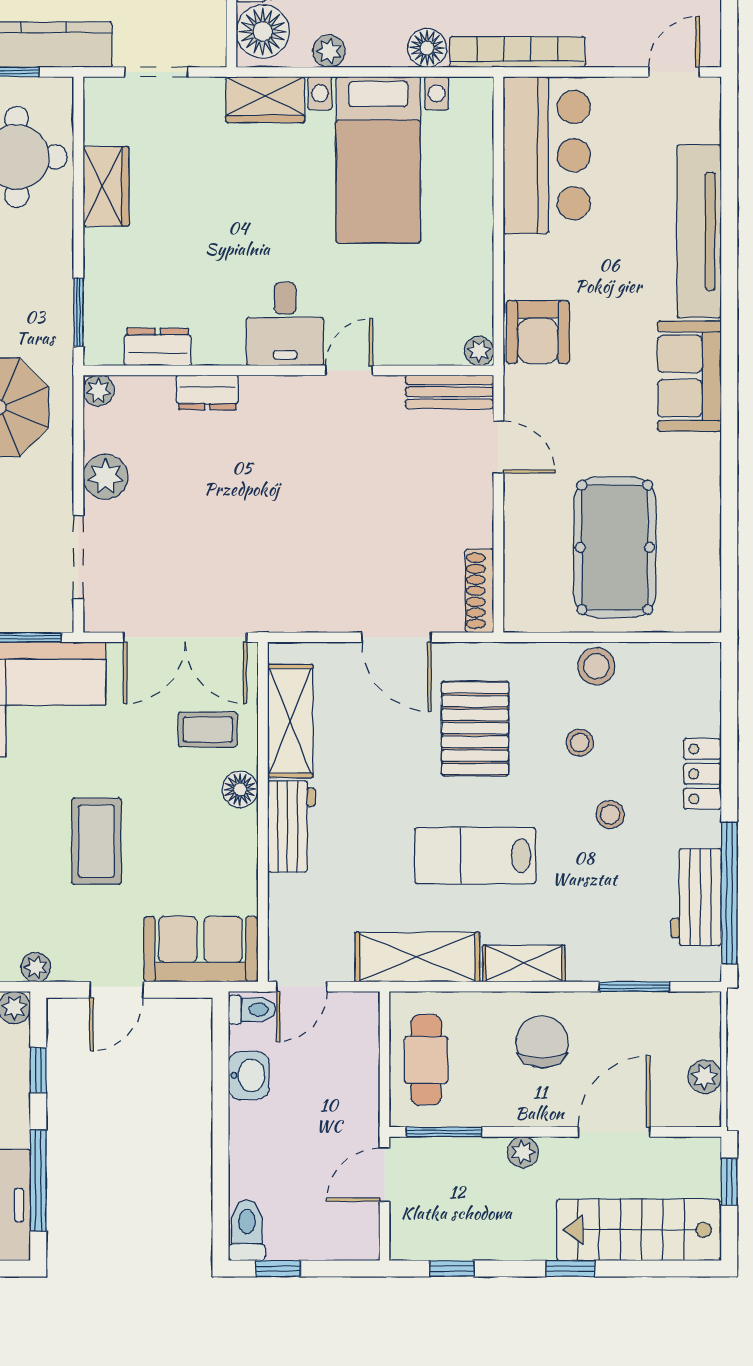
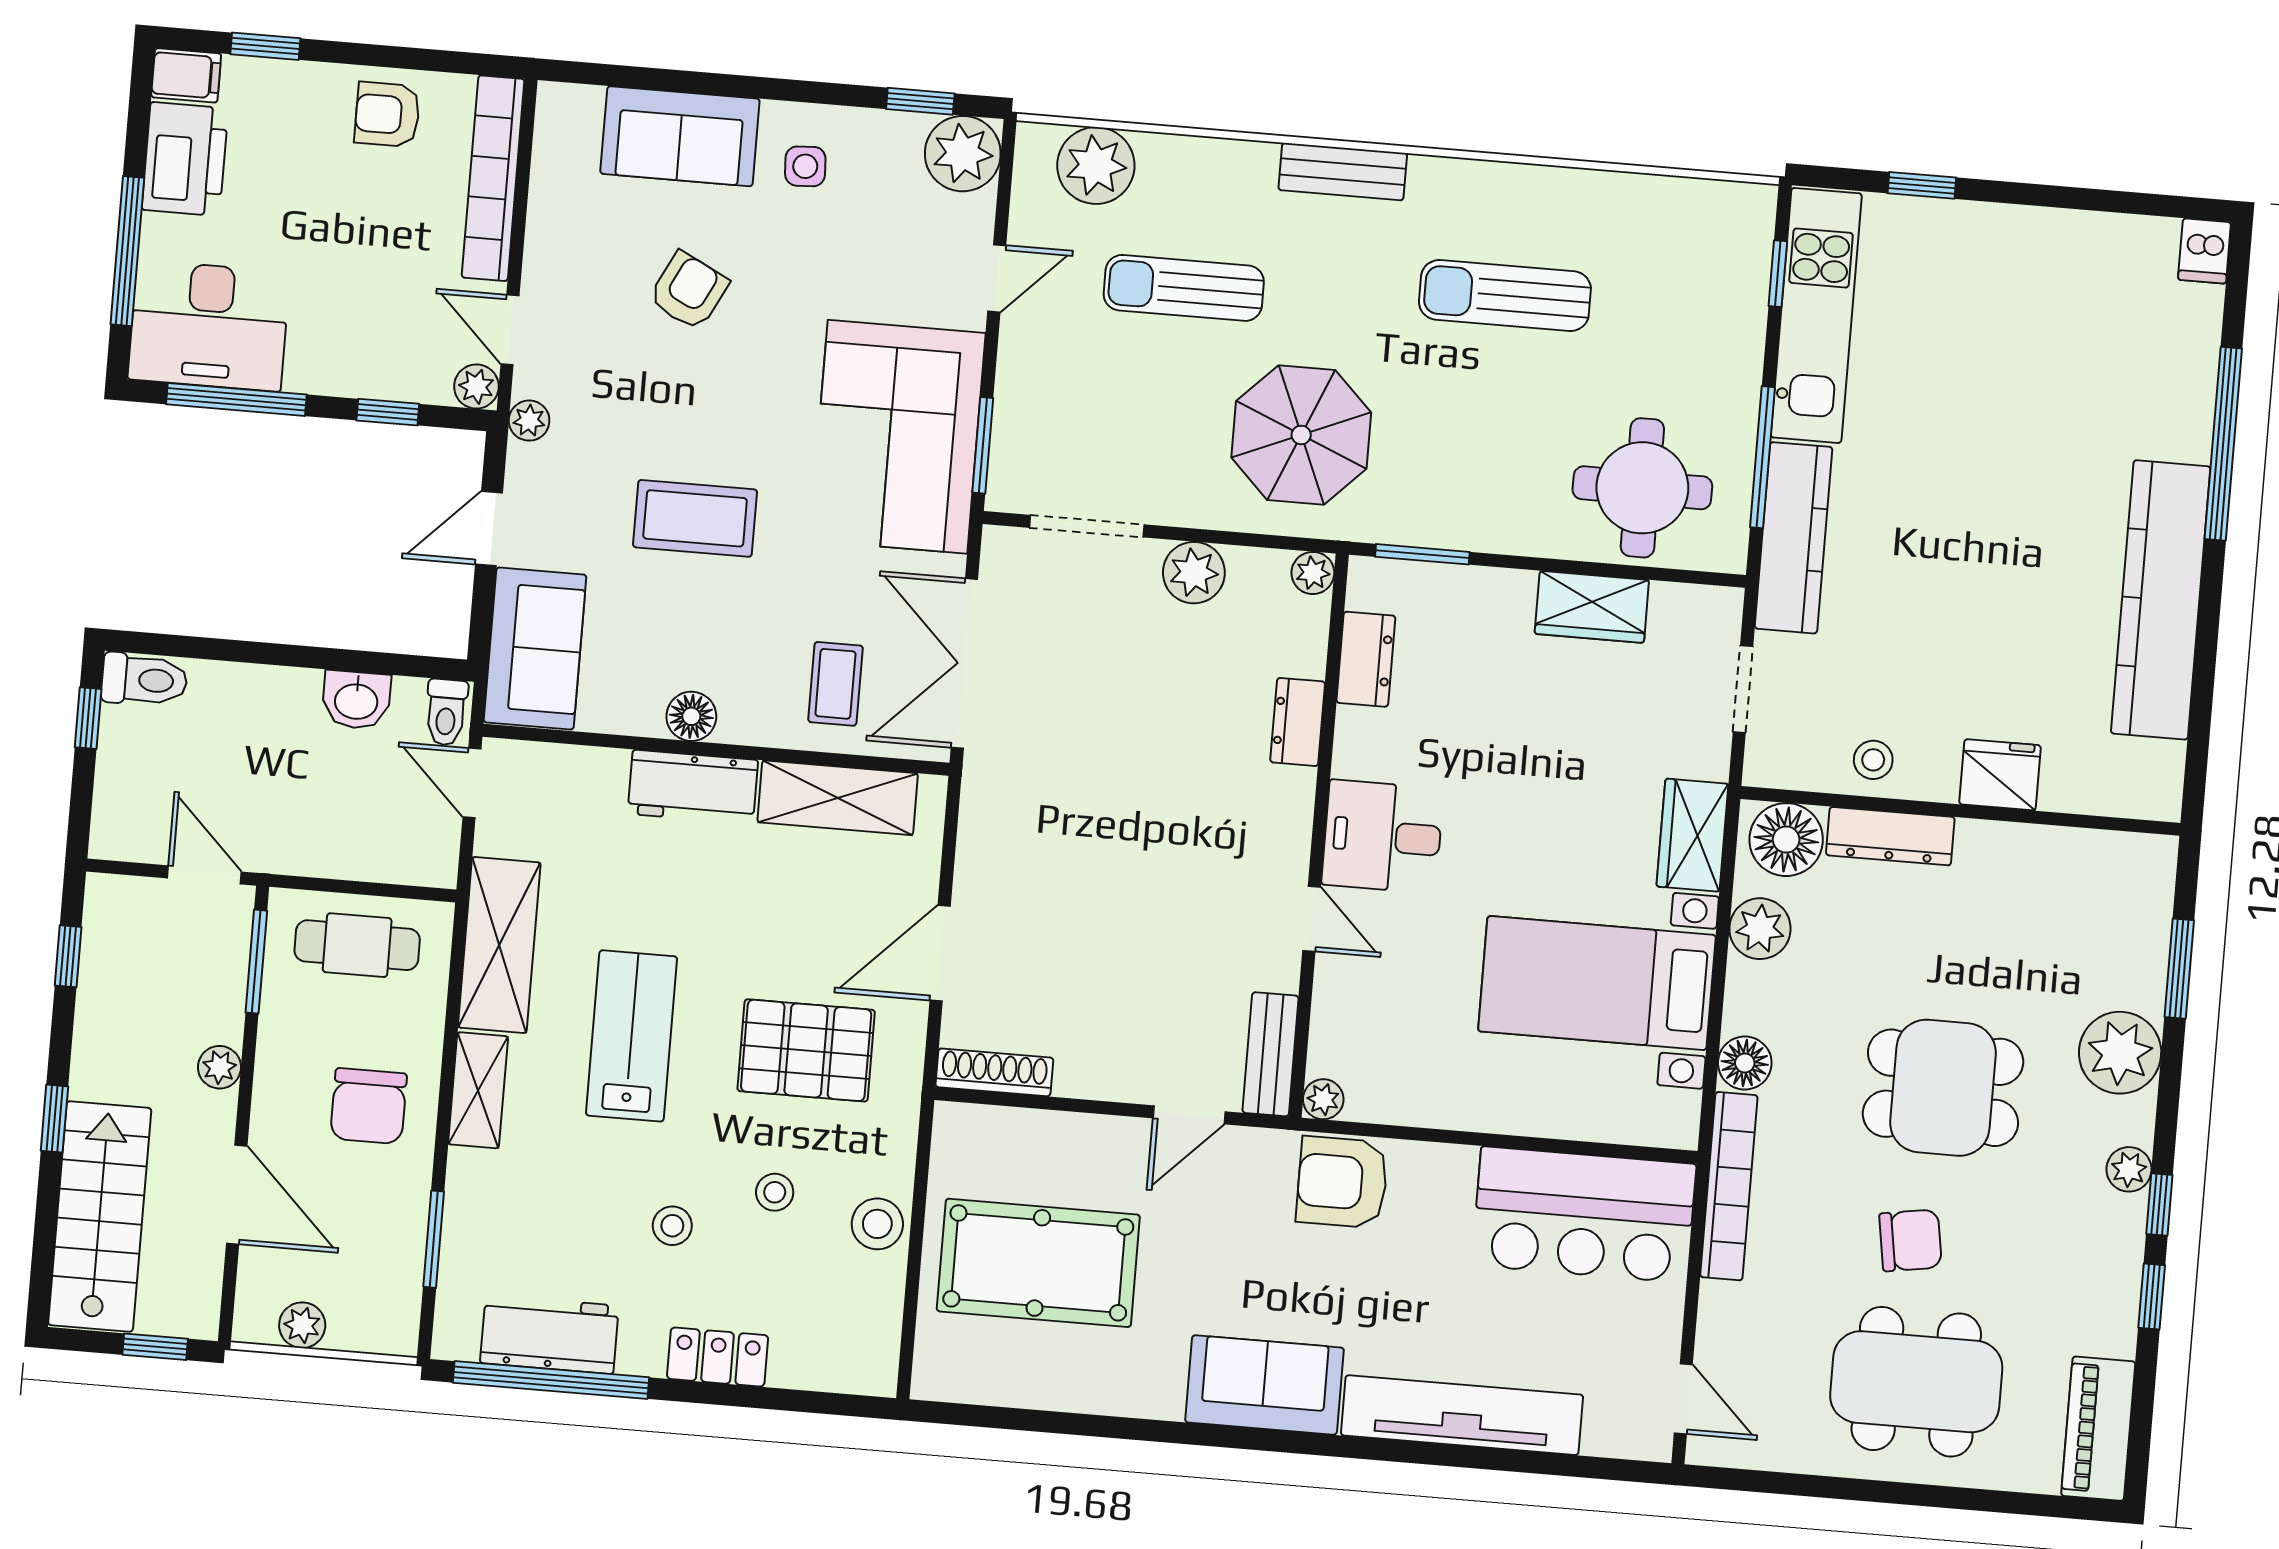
plant: (329, 51) -> (1760, 929), width x1.38, depth x1.38
floor lamp: (240, 789) -> (691, 716), moved
door: (116, 990) -> (489, 529), hinge flipped
chair: (542, 1042) -> (369, 1106), turned 90

